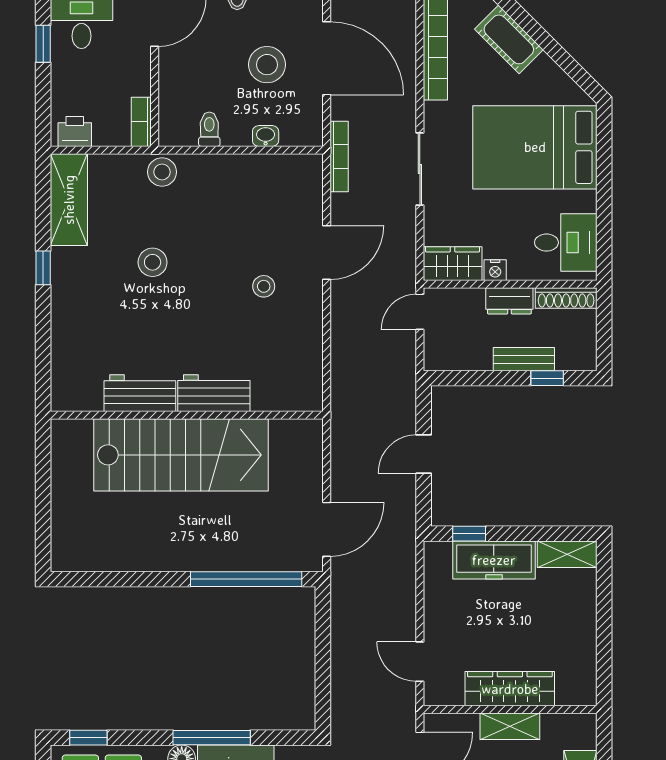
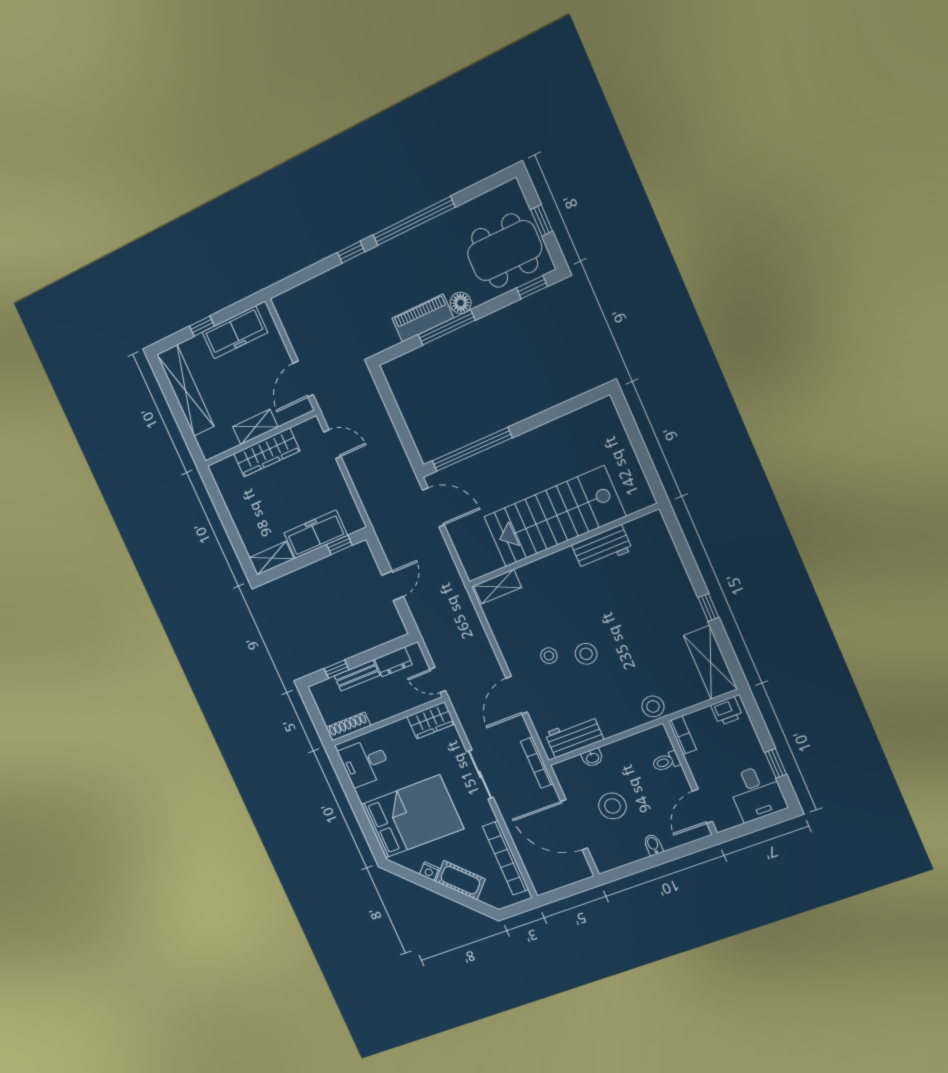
toilet: (209, 129) -> (666, 762), moved, turned 90
stool: (153, 262) -> (586, 654), moved
nightstand: (495, 270) -> (429, 871), moved, turned -135
dresser: (509, 301) -> (393, 662), moved, turned 180
door: (420, 312) -> (438, 680), swing flipped
workbench: (214, 393) -> (574, 736), moved, turned 180
shelving: (290, 398) -> (497, 587), added
door: (327, 529) -> (433, 507), swing flipped

